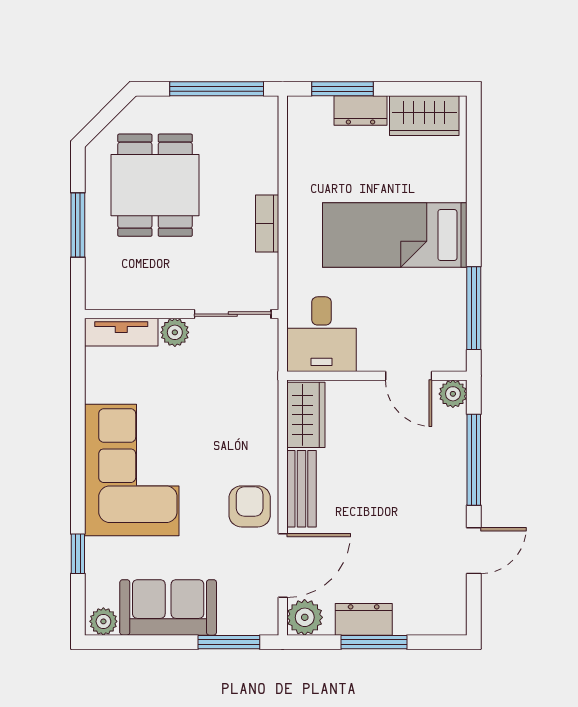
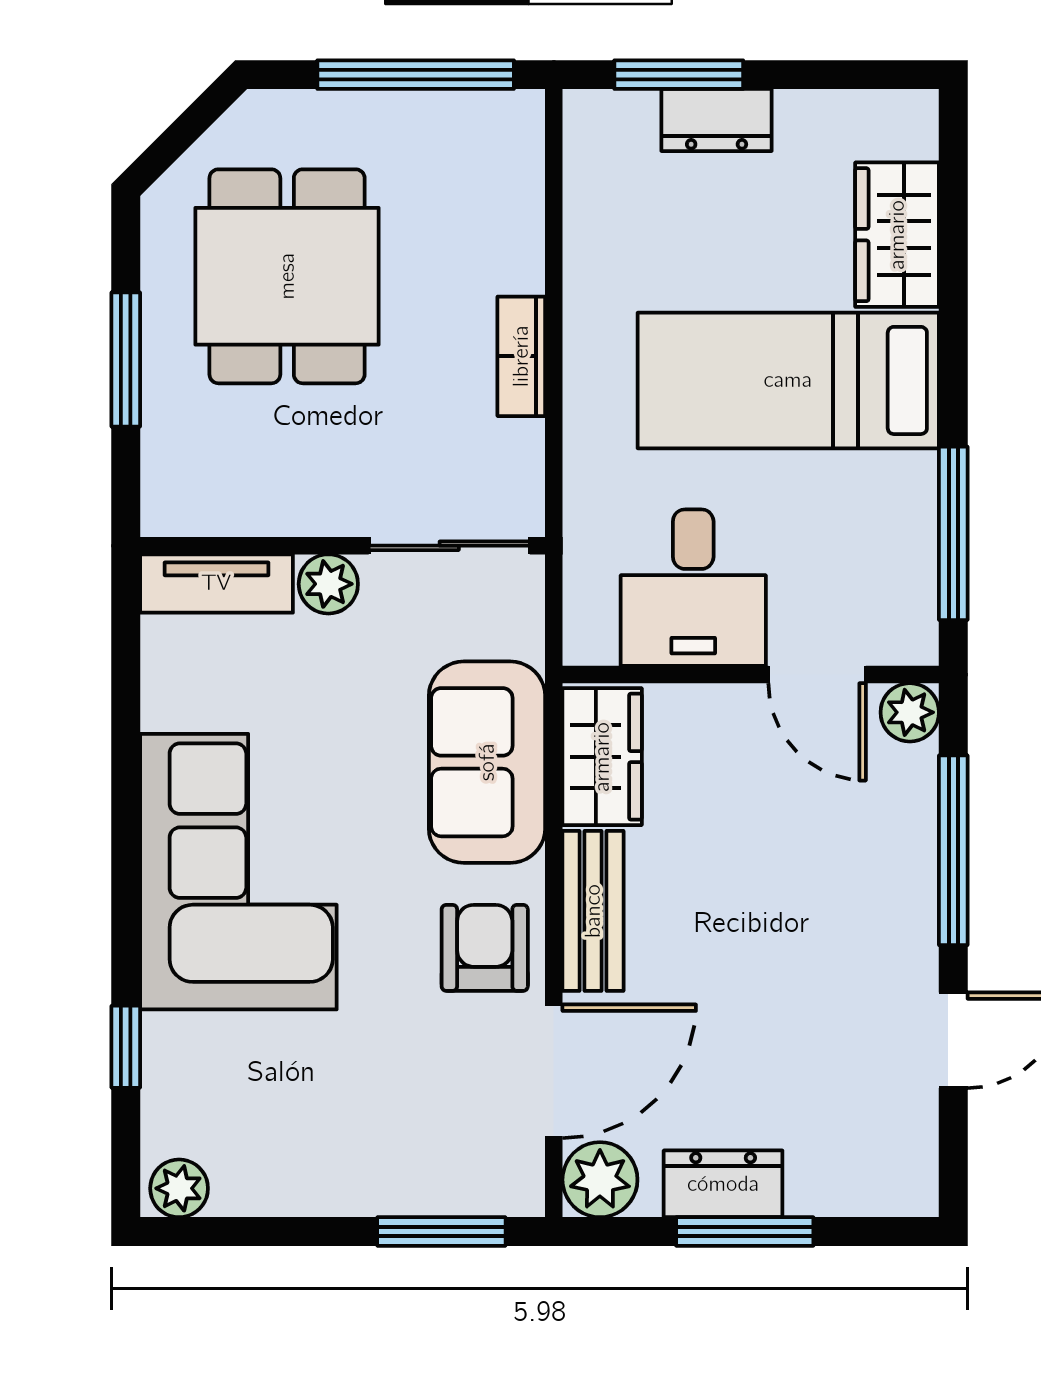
wardrobe: (424, 116) -> (897, 235), moved, turned 90
desk: (322, 334) -> (693, 588), moved
sofa: (168, 607) -> (487, 762), moved, turned -90

